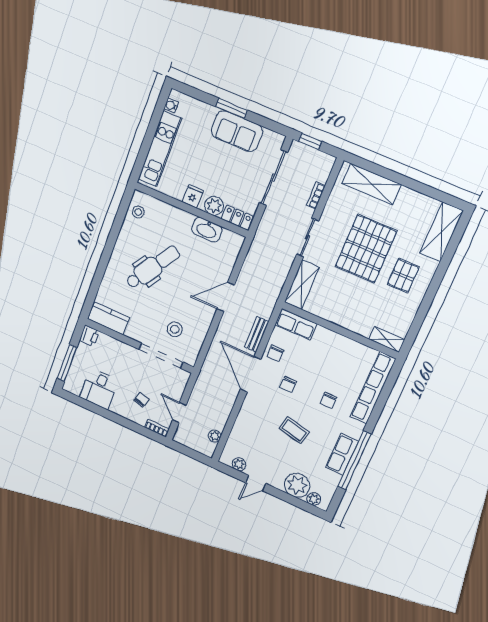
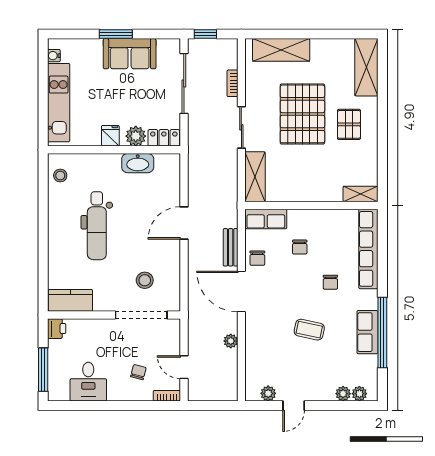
dental chair: (153, 267) -> (97, 226), turned 147
chair: (288, 384) -> (300, 247), moved
plant: (215, 436) -> (231, 341), moved
plant: (297, 485) -> (343, 394), width x0.53, depth x0.53

